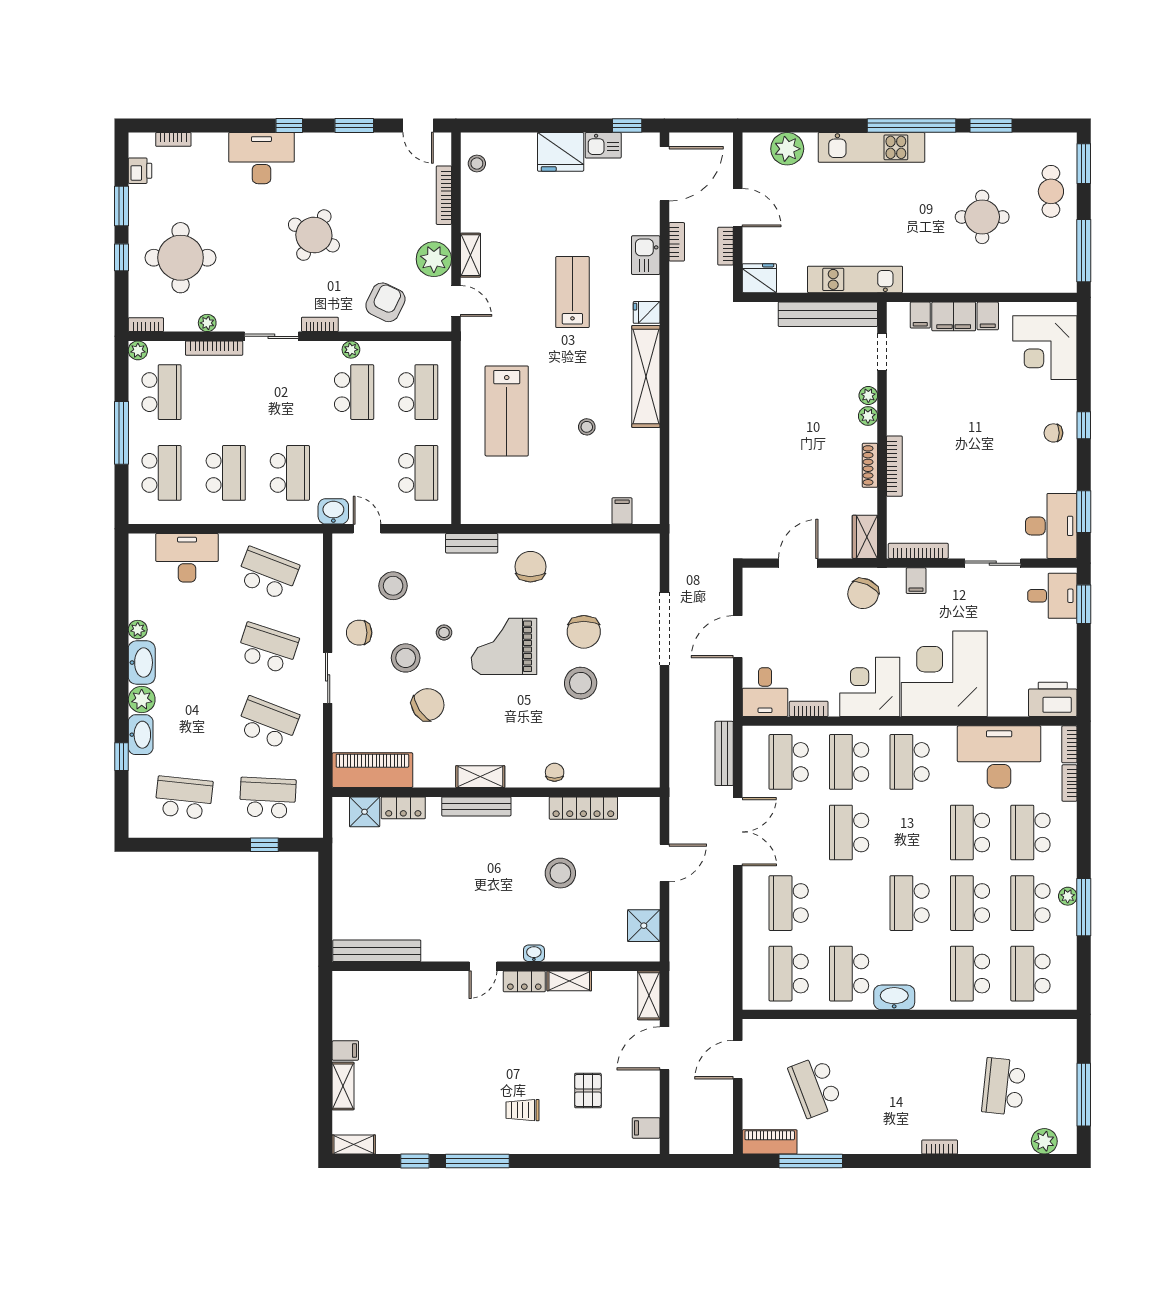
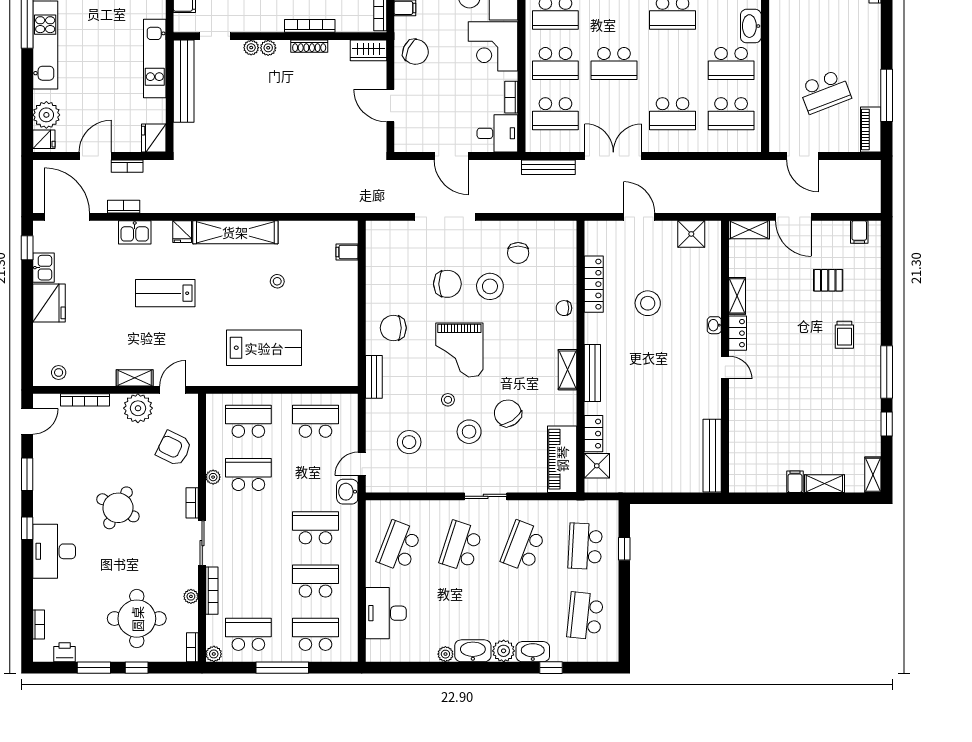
fridge: (758, 146) -> (44, 139), added
chair: (359, 633) -> (518, 253), moved

